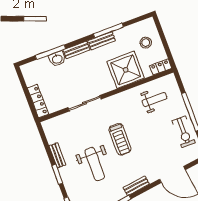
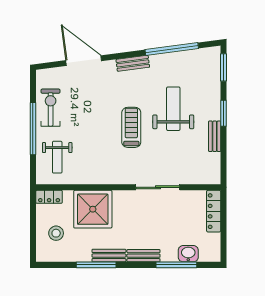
washbasin: (57, 59) -> (188, 254), moved
weight bench: (155, 100) -> (57, 157), moved, turned -90

